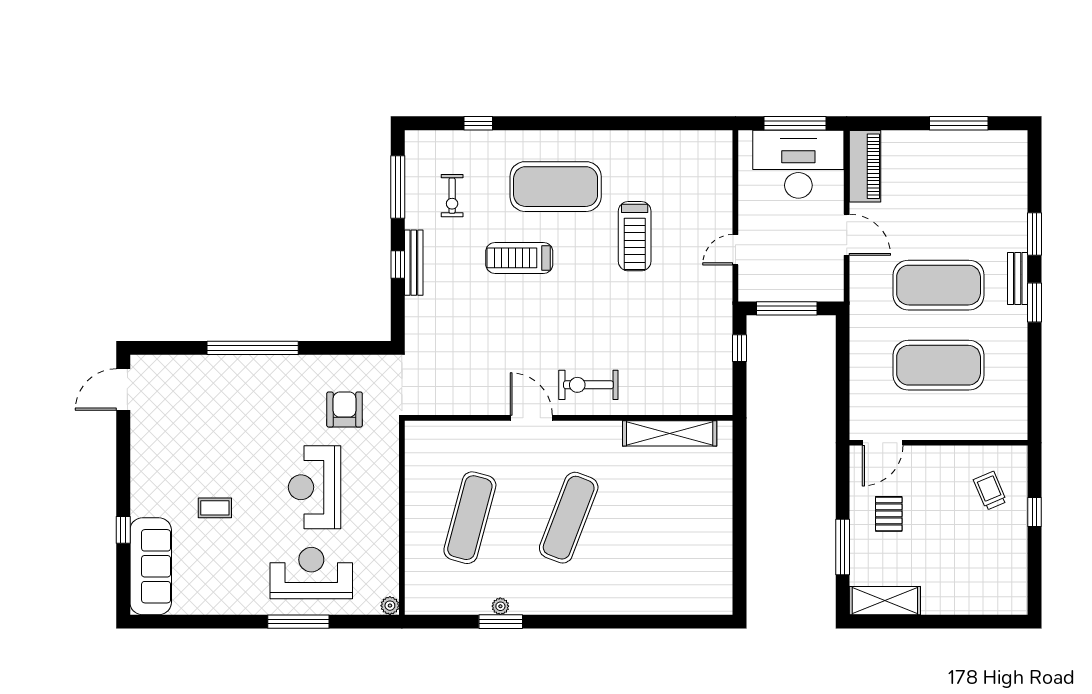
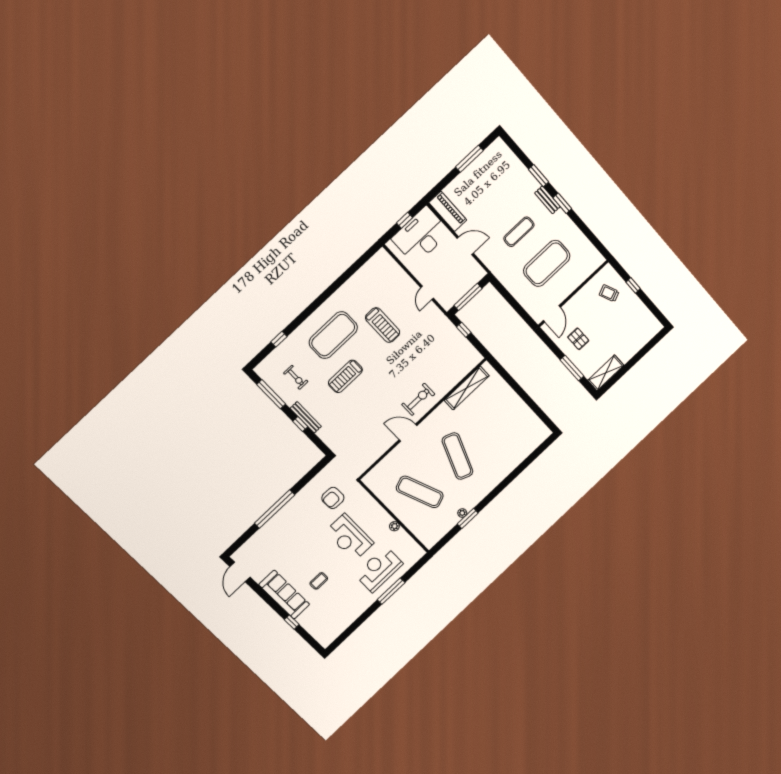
window: (795, 123) -> (405, 220), width x0.46
exercise mat: (939, 285) -> (519, 232), width x0.50, depth x0.69
exercise bike: (588, 385) -> (418, 399), turned 180
armchair: (345, 409) -> (333, 498), turned -90
exercise mat: (470, 518) -> (420, 492), turned -36
sofa: (151, 566) -> (284, 595), moved
plant: (390, 606) -> (394, 526), moved

